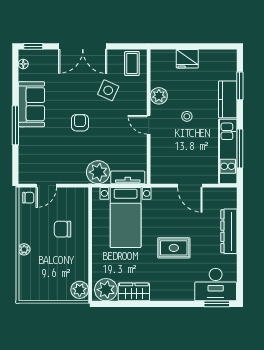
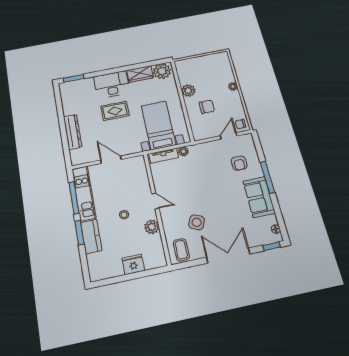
window: (240, 86) -> (79, 233), moved
armchair: (80, 123) -> (239, 163), moved
plant: (98, 172) -> (183, 151), width x0.53, depth x0.53
desk: (216, 285) -> (112, 85), moved
plant: (80, 290) -> (188, 91), moved

